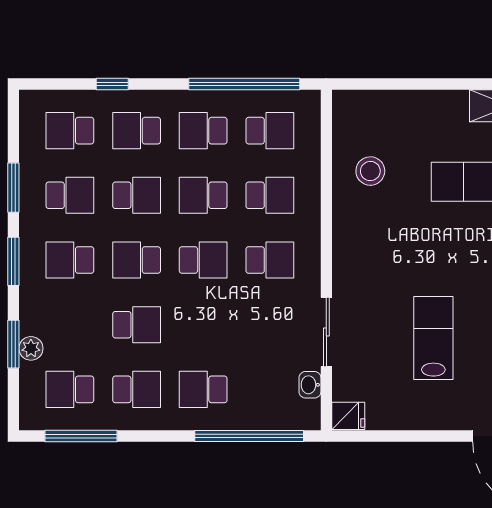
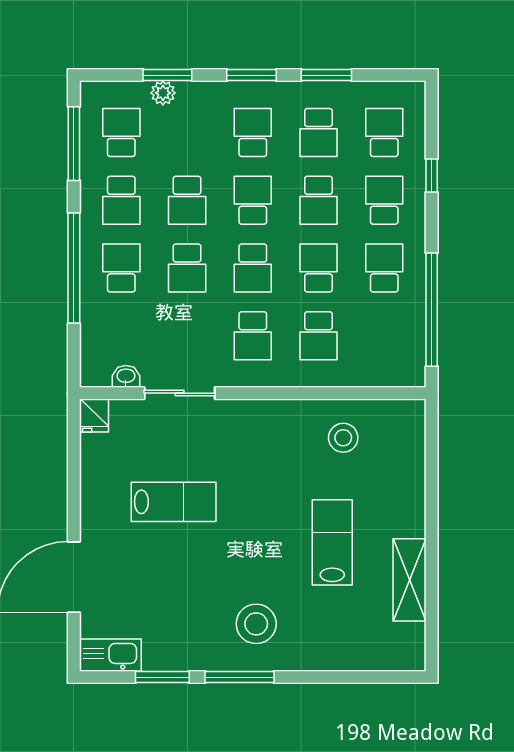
school desk: (270, 131) -> (187, 268), moved
window: (249, 436) -> (74, 268), moved

